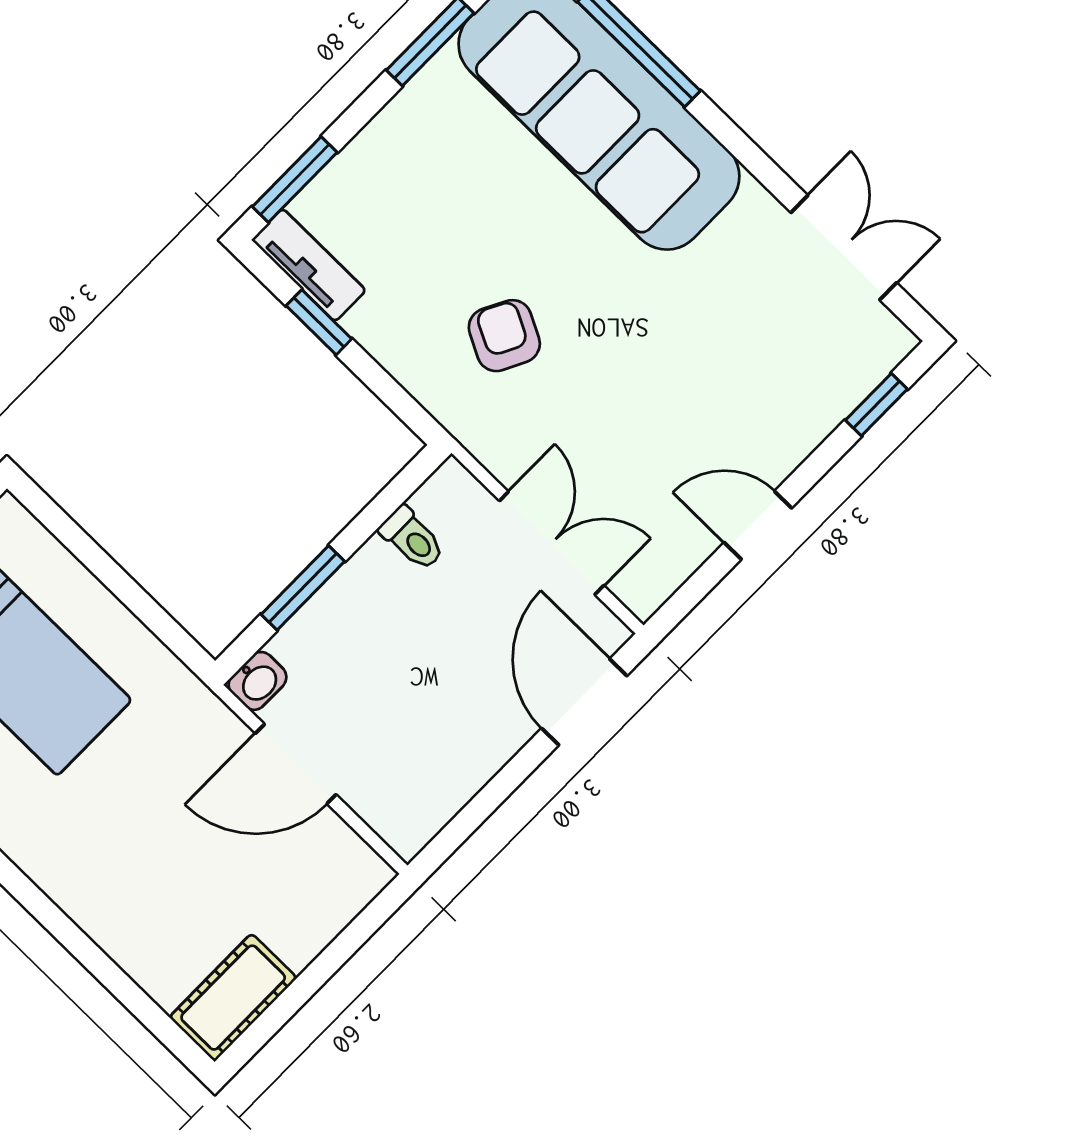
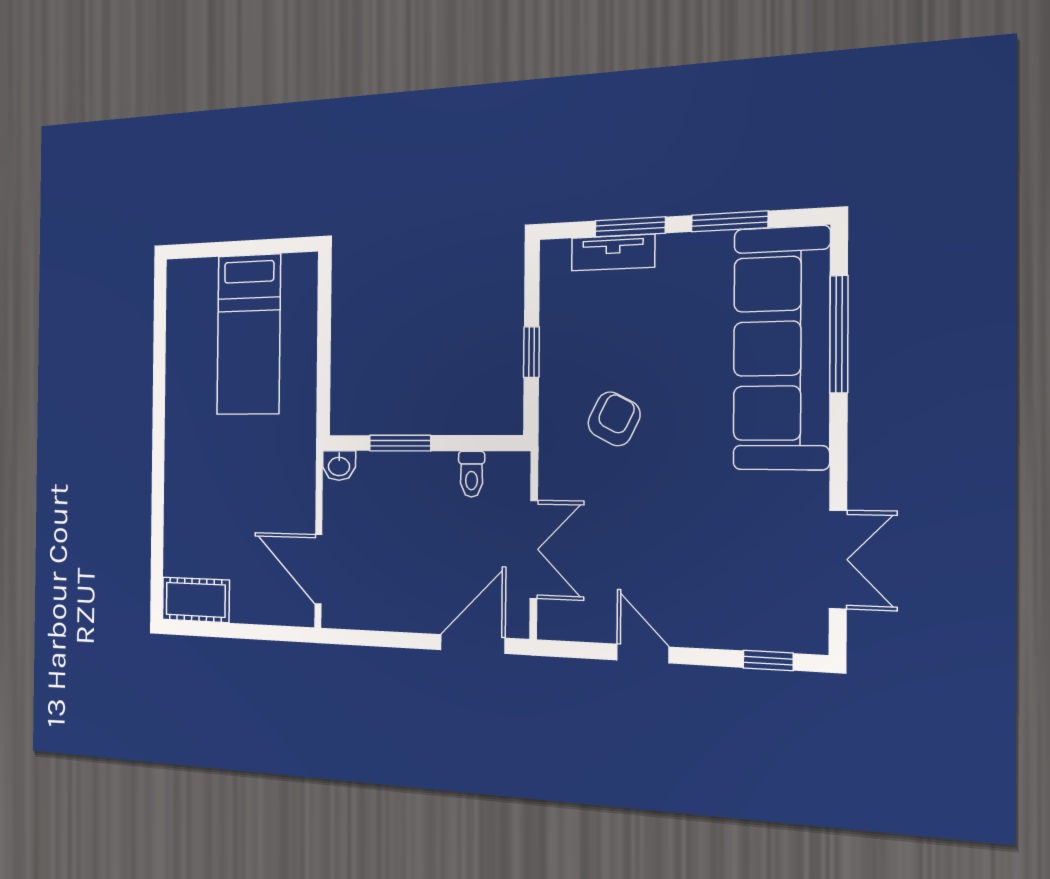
window: (295, 179) -> (630, 227), moved
tv unit: (309, 265) -> (613, 253), moved, turned 90
window: (319, 322) -> (531, 352), moved
door: (296, 764) -> (318, 569), moved

